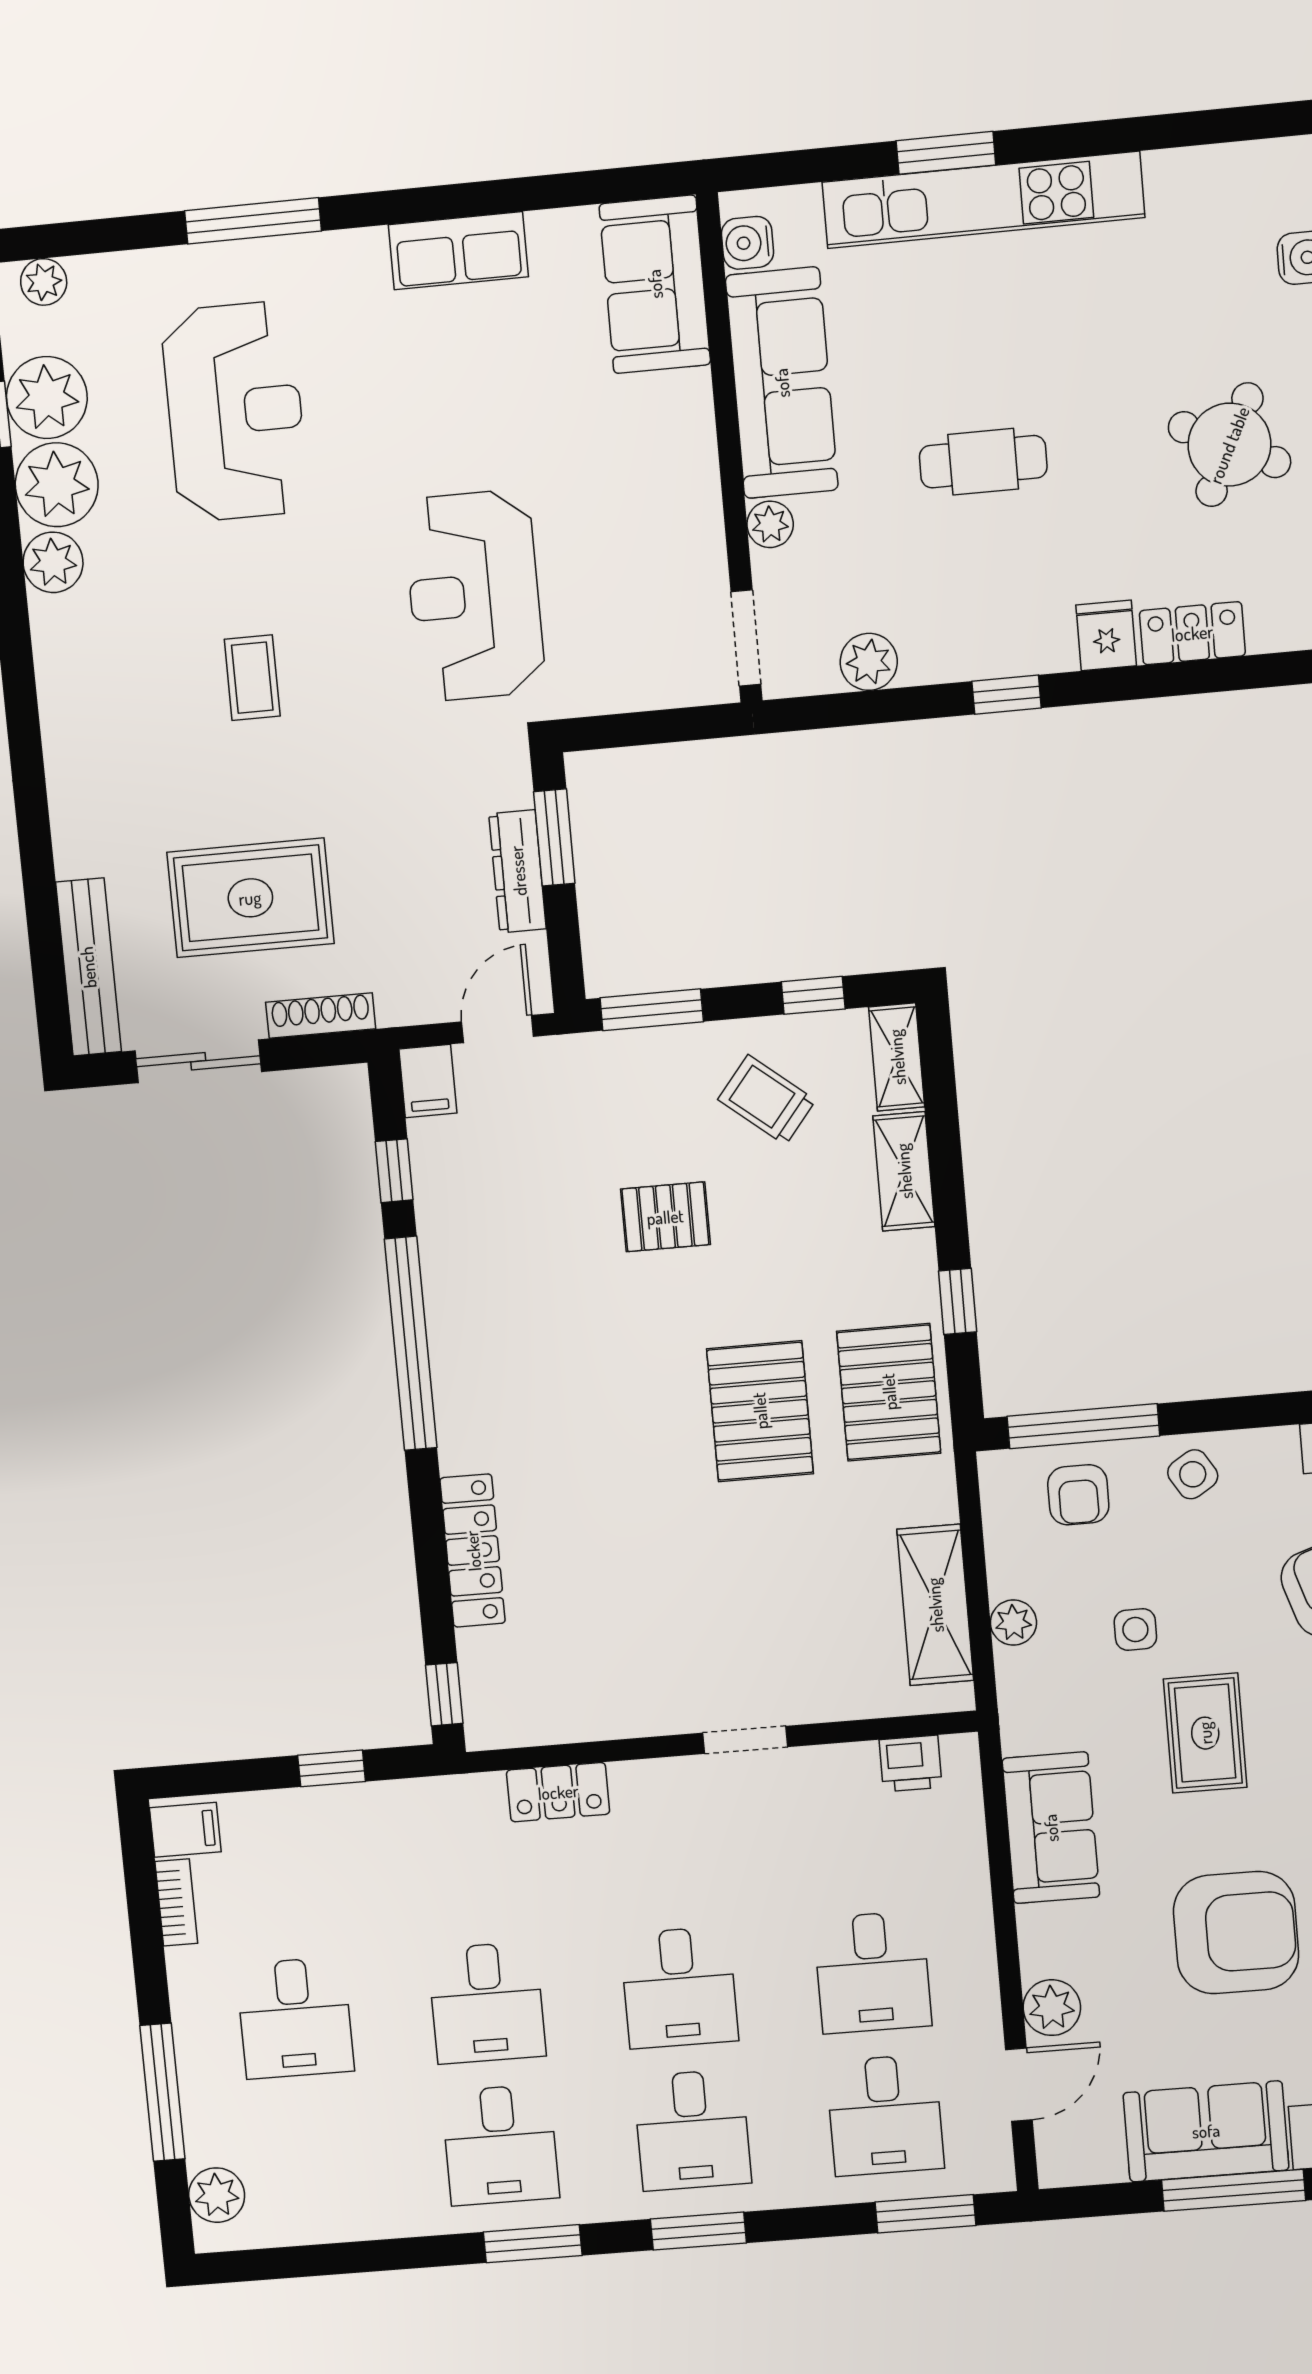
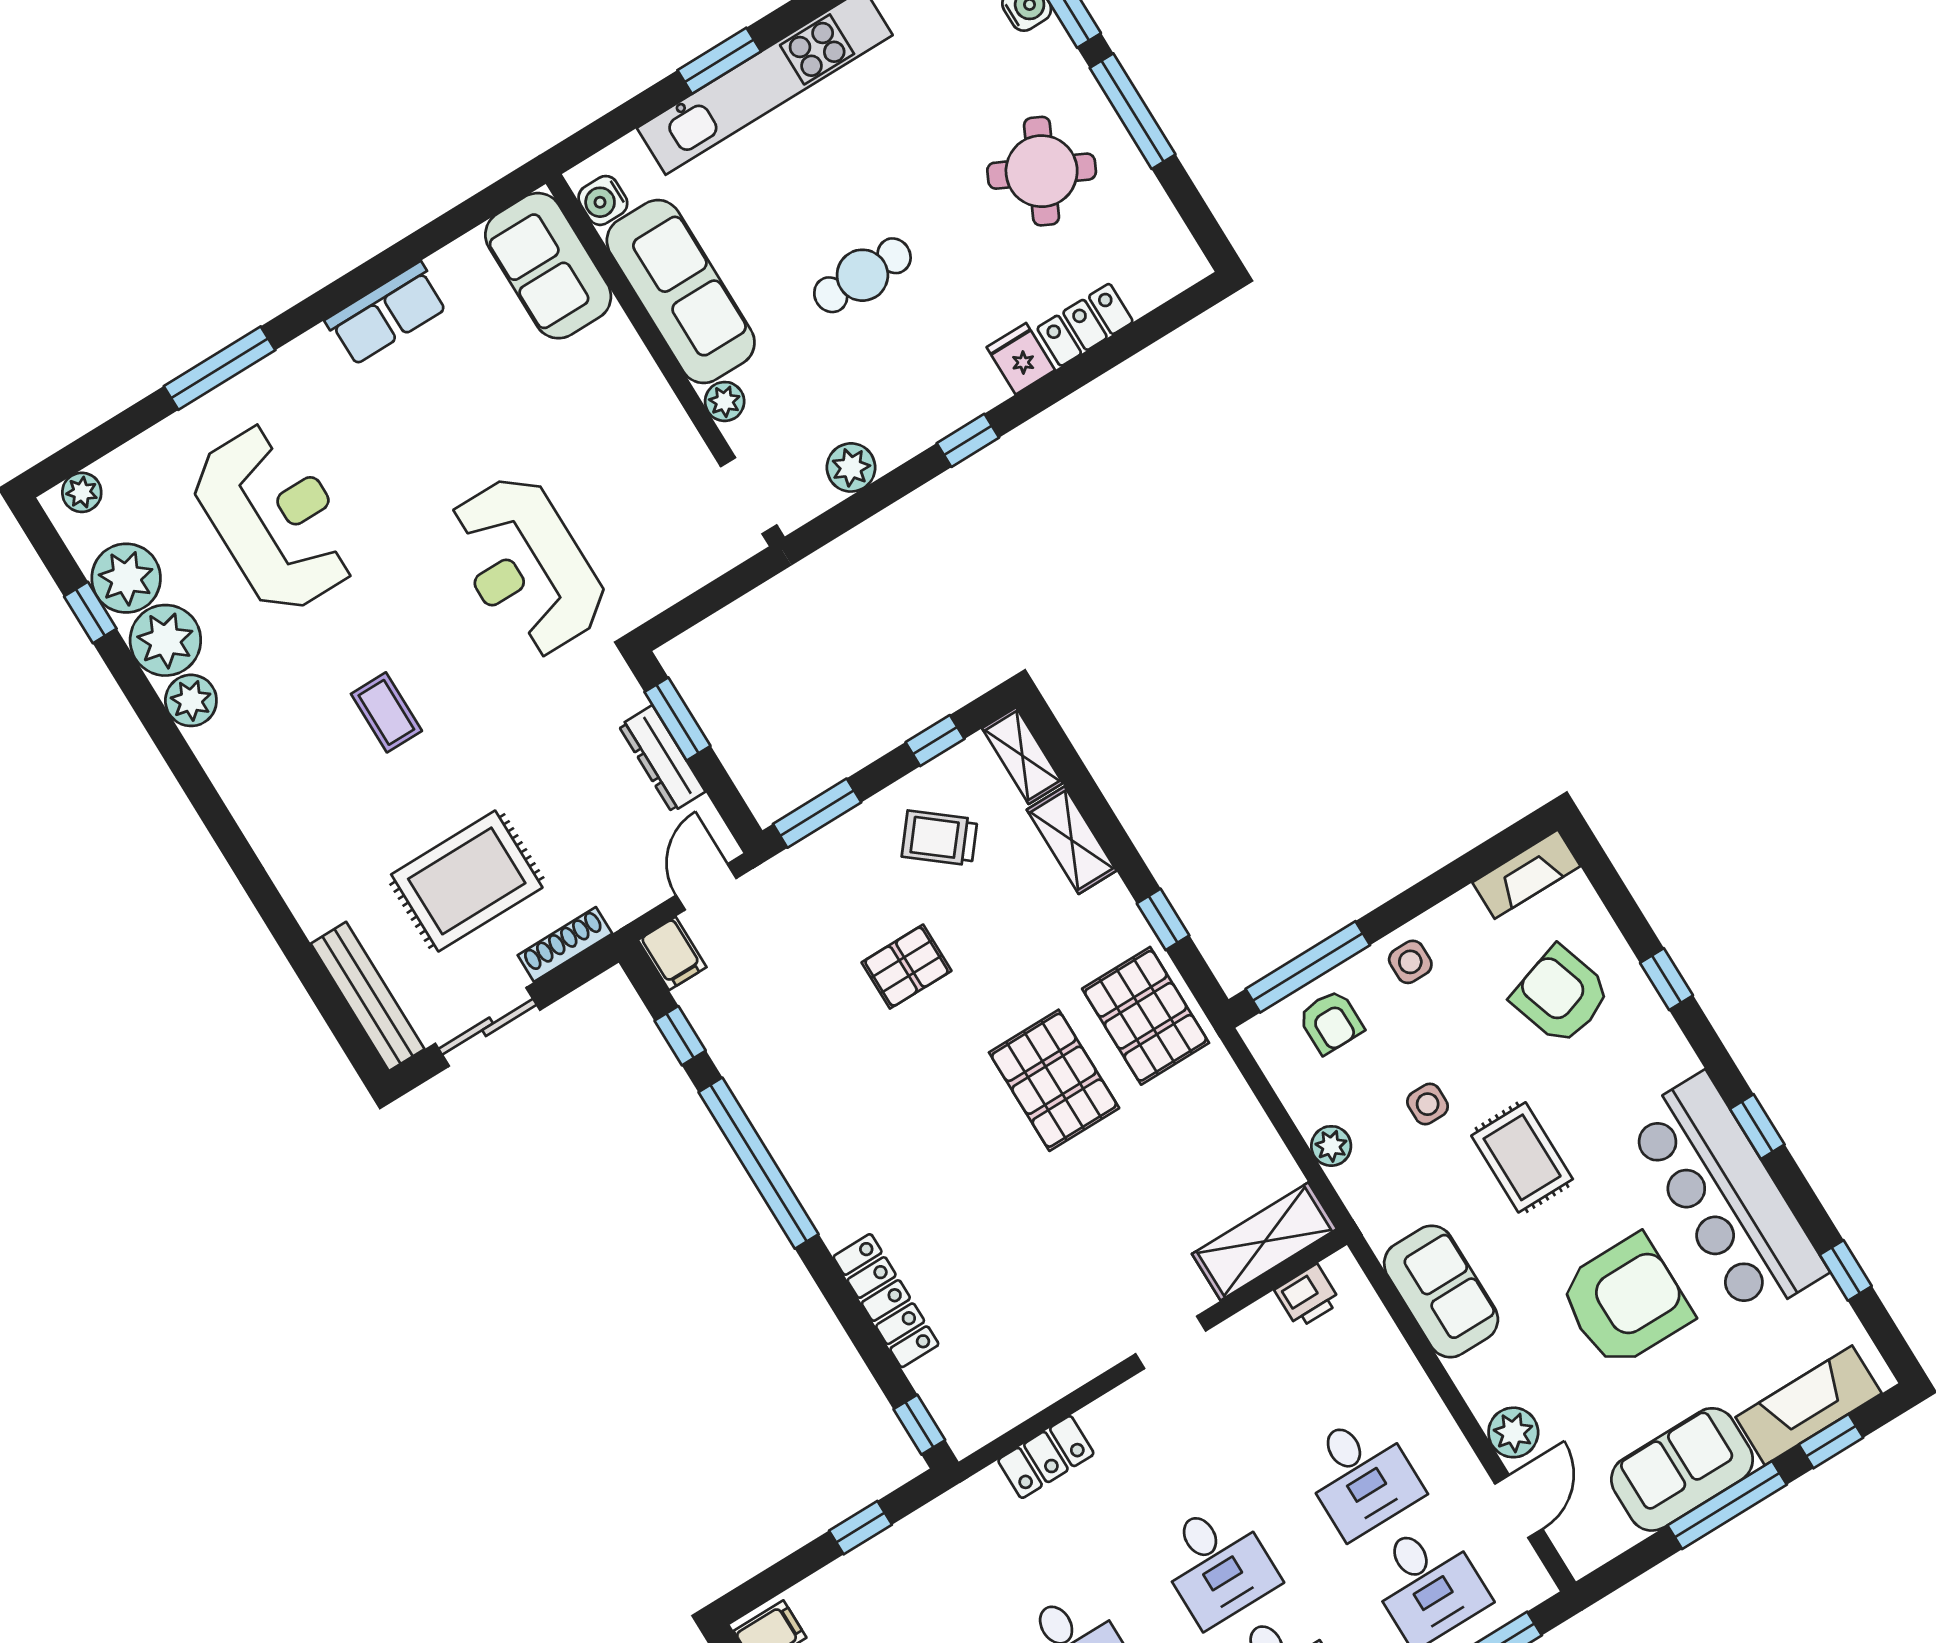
side table: (1193, 1474) -> (1410, 962), turned 32
shelving: (935, 1605) -> (1264, 1241), moved, turned 90

